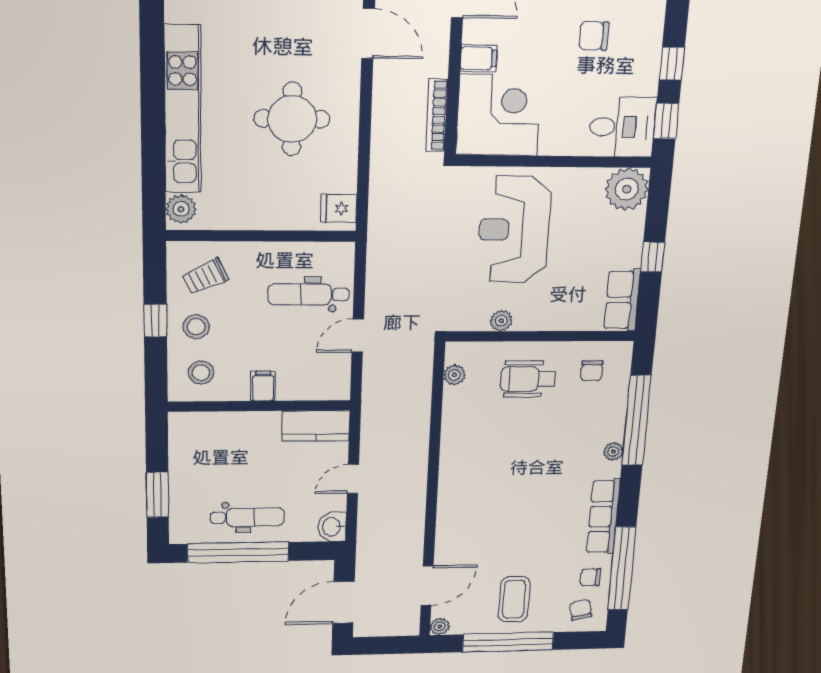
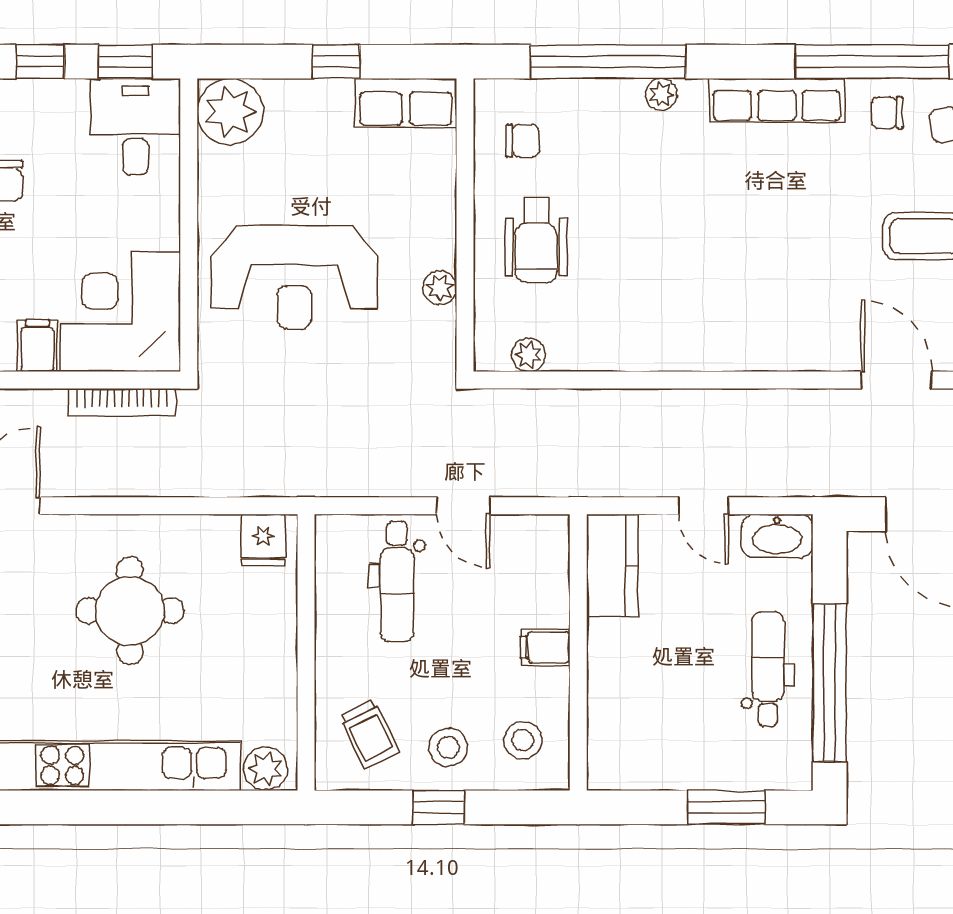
washbasin: (332, 527) -> (777, 536), width x1.38
chair: (590, 577) -> (887, 113), turned 90

